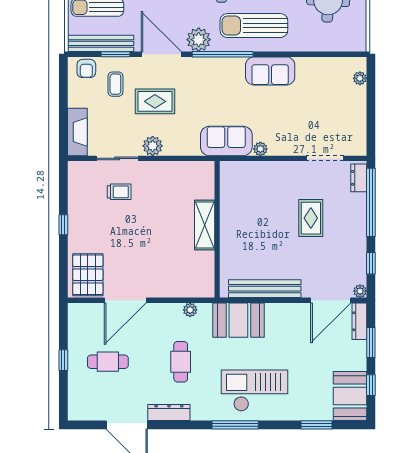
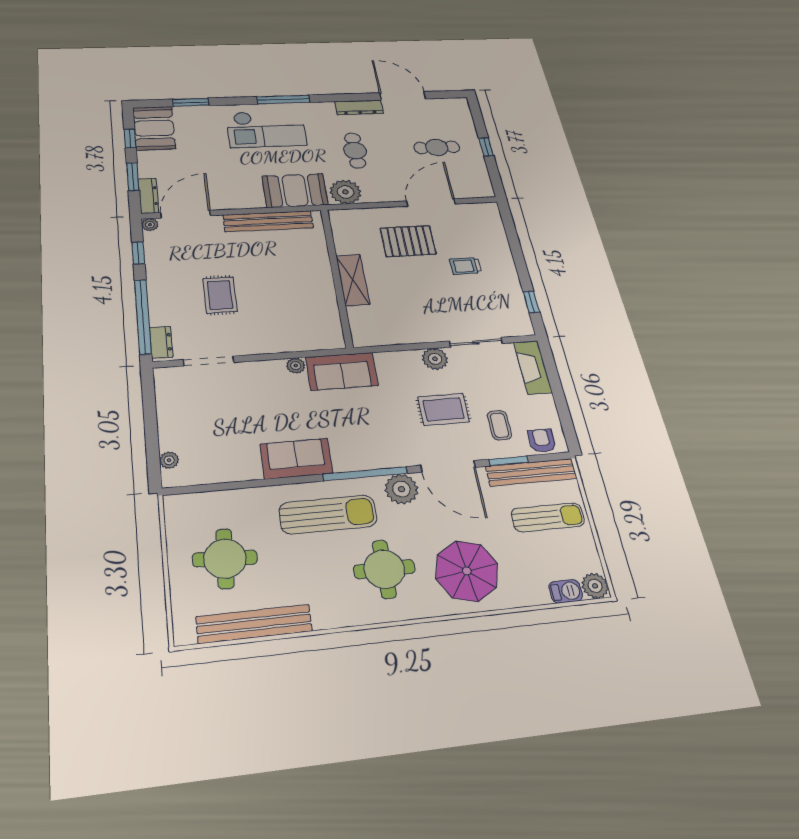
trolley: (119, 192) -> (465, 266), moved
window: (63, 225) -> (531, 302), moved
pallet: (88, 275) -> (408, 241), moved, turned 90
plant: (190, 310) -> (345, 192), width x1.88, depth x1.88

